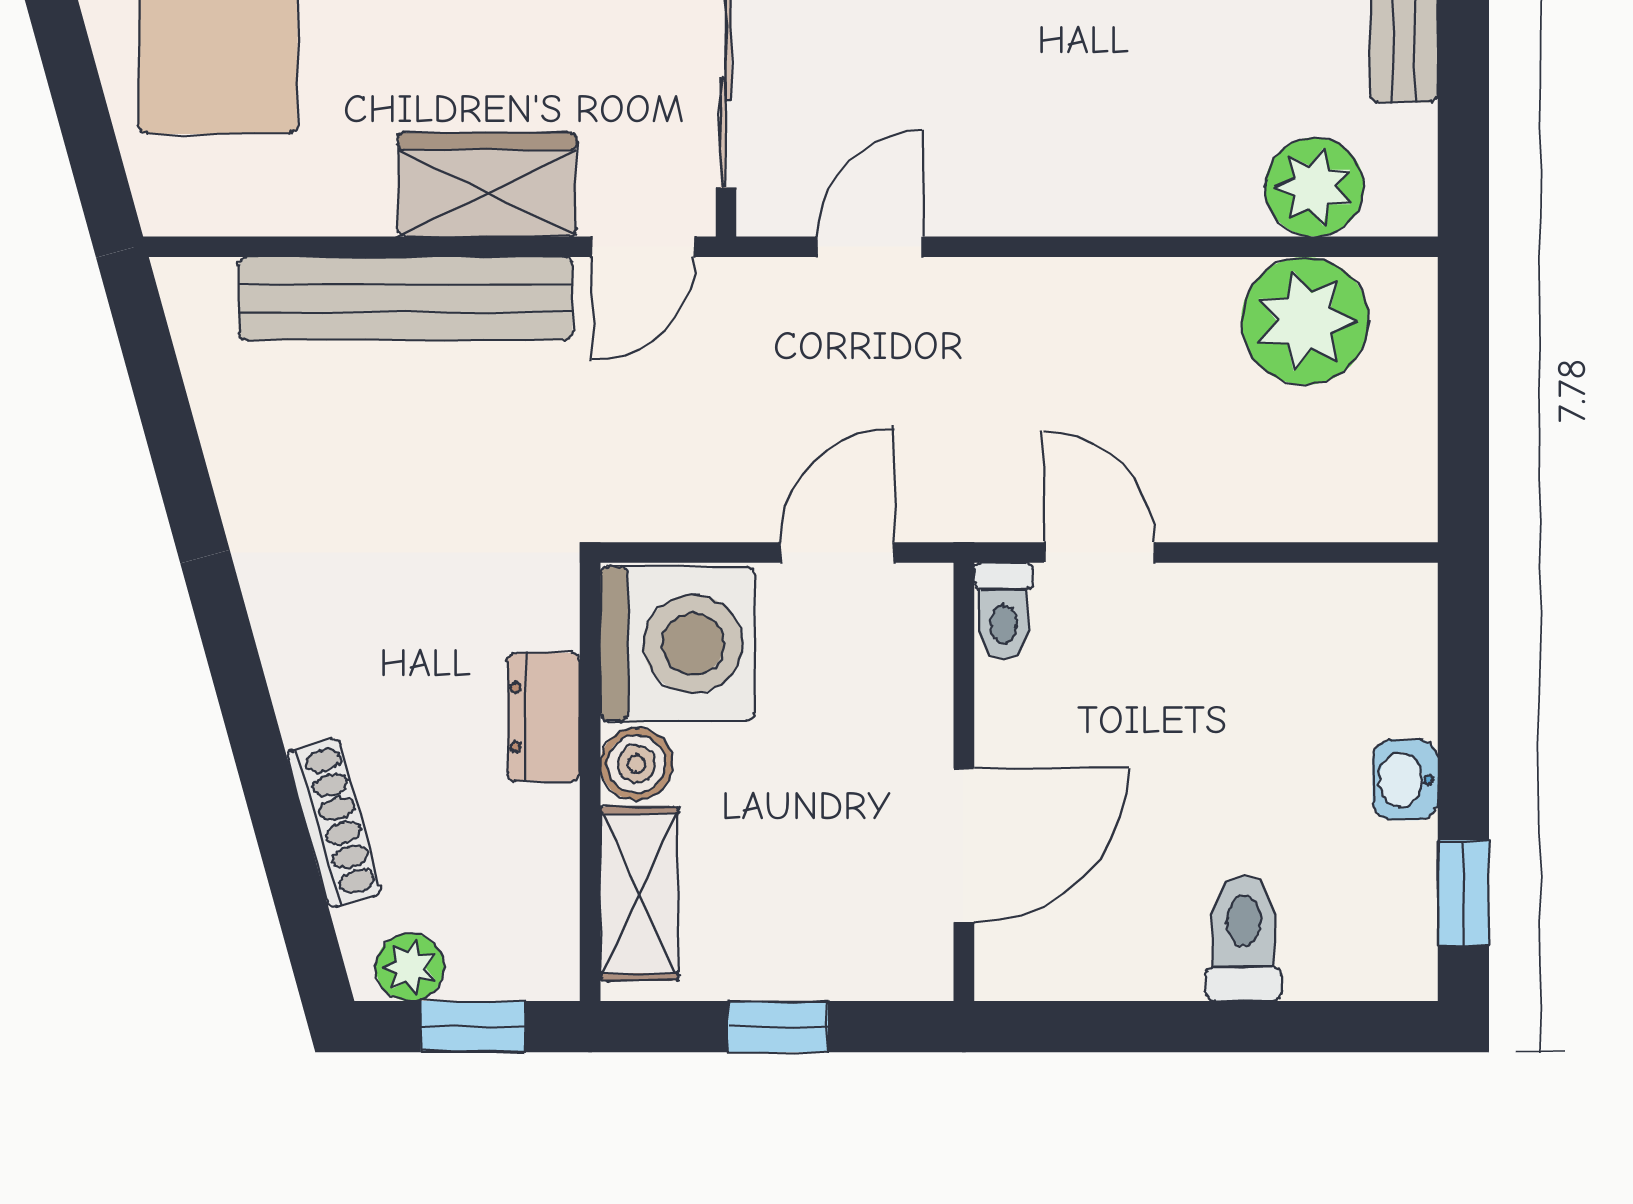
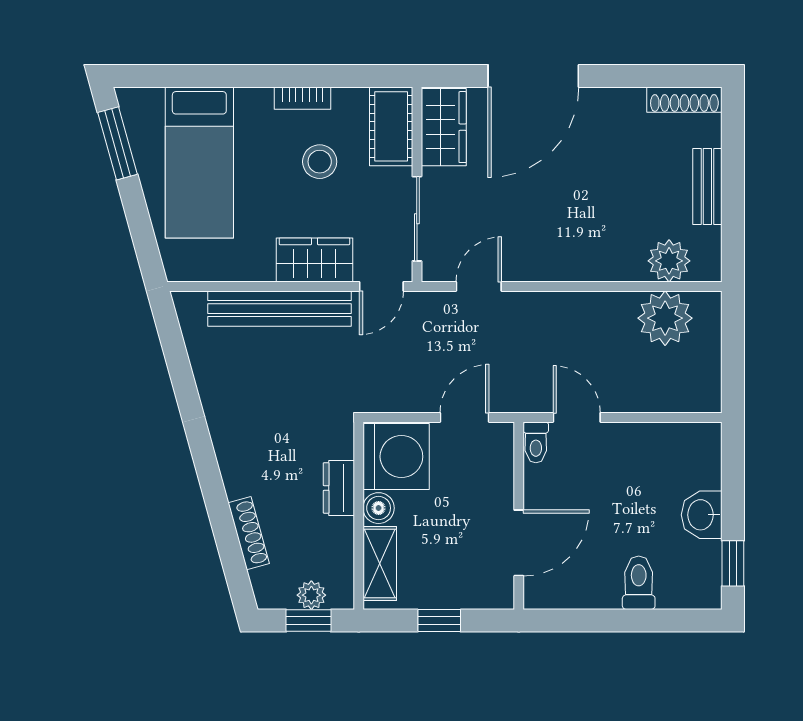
washbasin: (1405, 780) -> (702, 515), width x1.38, depth x1.45
plant: (410, 967) -> (311, 595), moved

